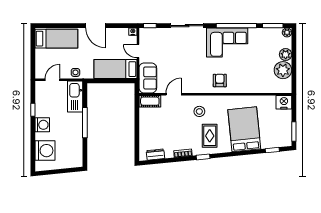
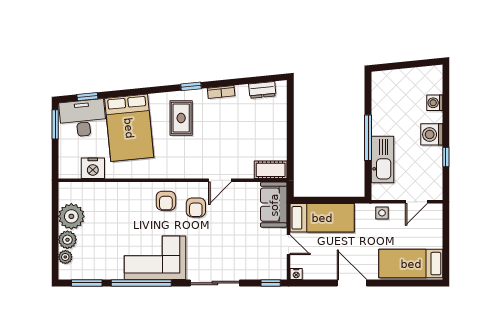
plant: (287, 32) -> (65, 257), moved
armchair: (200, 76) -> (196, 207), added
door: (174, 94) -> (220, 180), moved
kitchen sink: (75, 96) -> (383, 160), moved
nightstand: (284, 102) -> (93, 168), moved
stool: (199, 111) -> (197, 154), removed
desk: (275, 136) -> (83, 118), added
washing machine: (45, 151) -> (435, 103), width x0.53, depth x0.53

